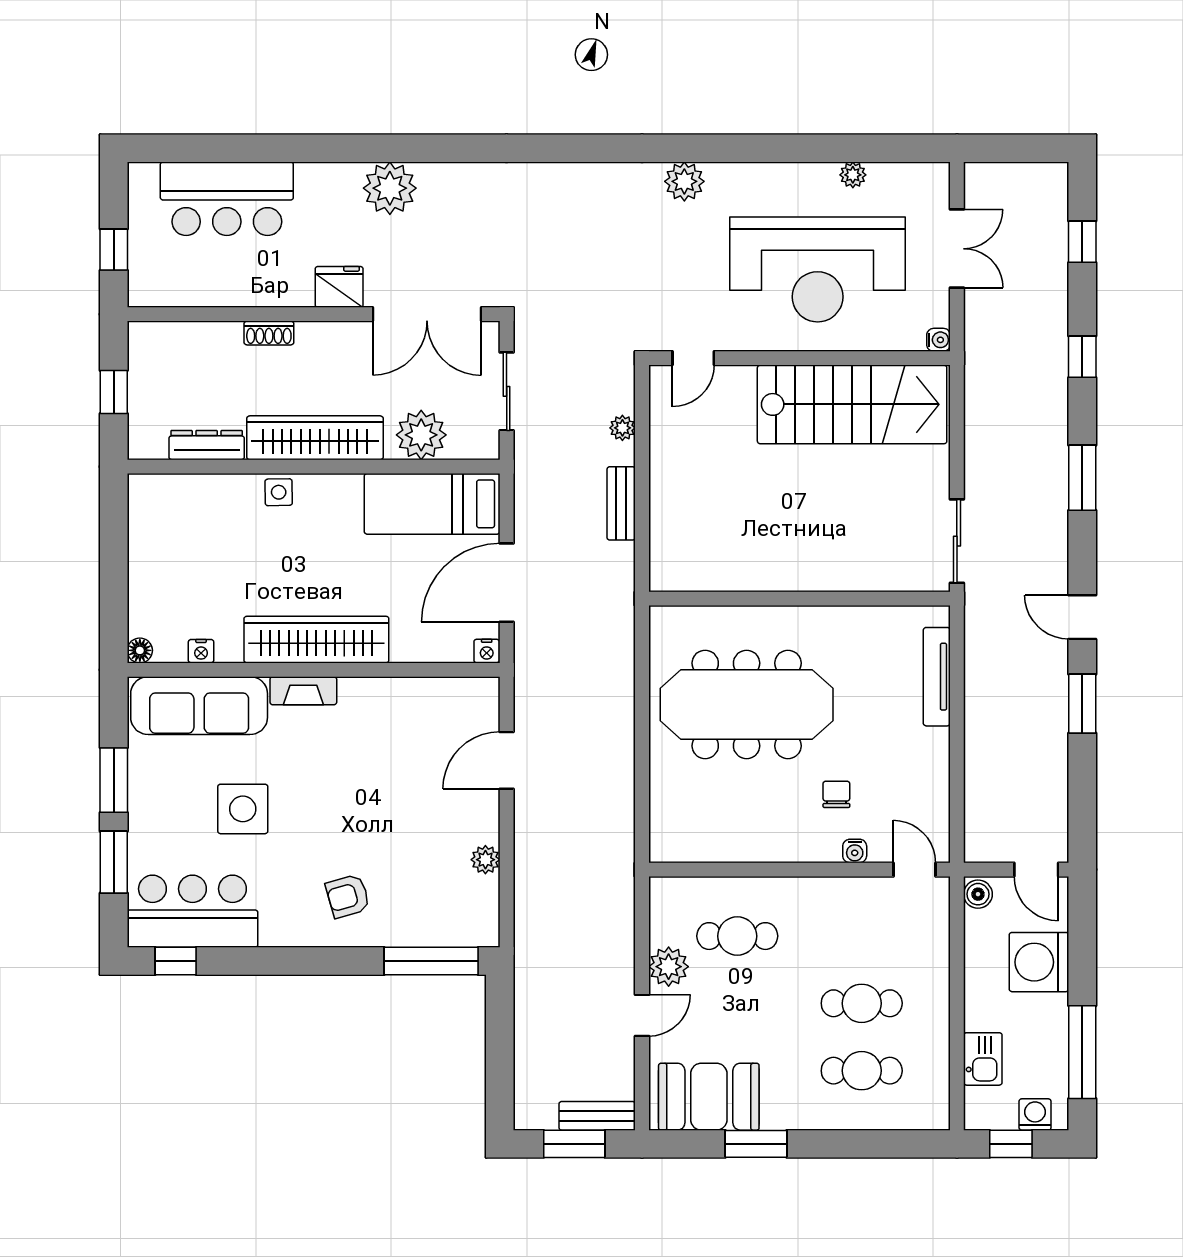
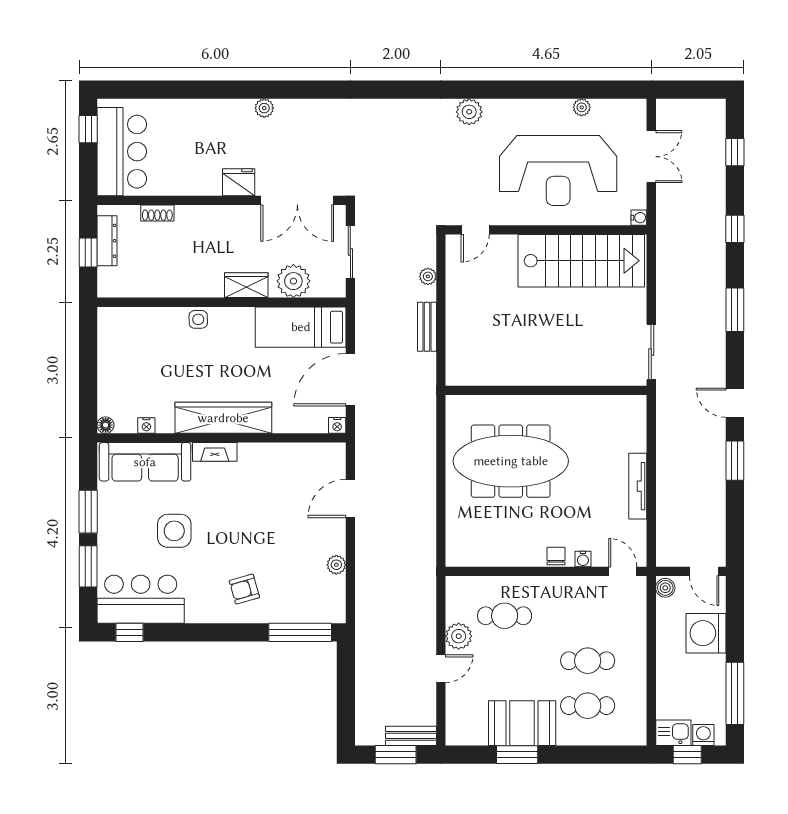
plant: (390, 188) -> (264, 108), width x0.53, depth x0.53
bar counter: (227, 199) -> (122, 152), moved, turned -90
window: (114, 250) -> (88, 129), moved
shoe rack: (269, 333) -> (157, 213), moved
wardrobe: (315, 438) -> (246, 285), width x0.48, depth x0.85
dresser: (207, 445) -> (107, 241), moved, turned 90
tv unit: (937, 677) -> (638, 486), moved
chair: (836, 794) -> (556, 556), moved
kitchen sink: (983, 1059) -> (673, 733), moved, turned -90
booth: (709, 1097) -> (522, 723), moved

